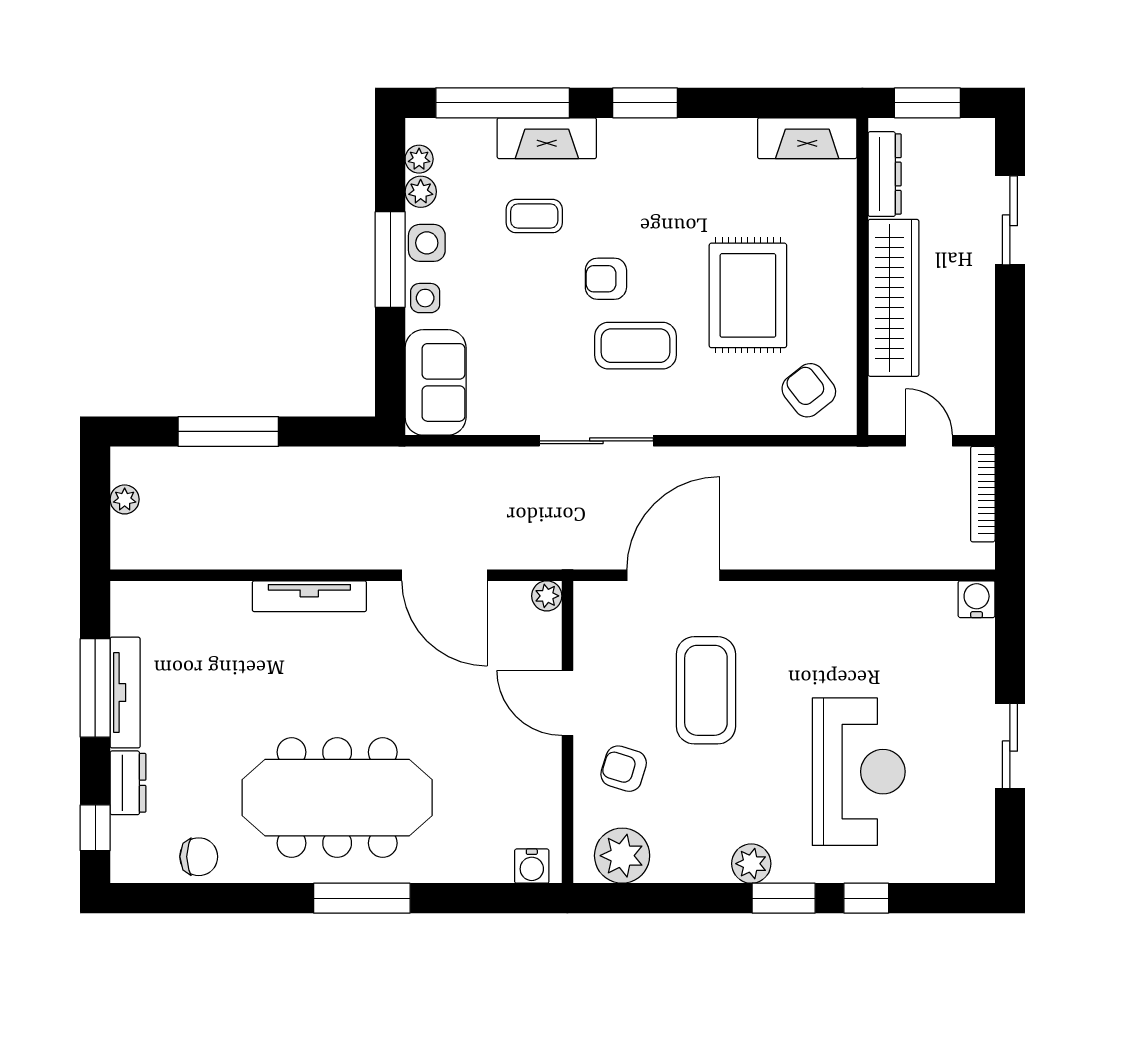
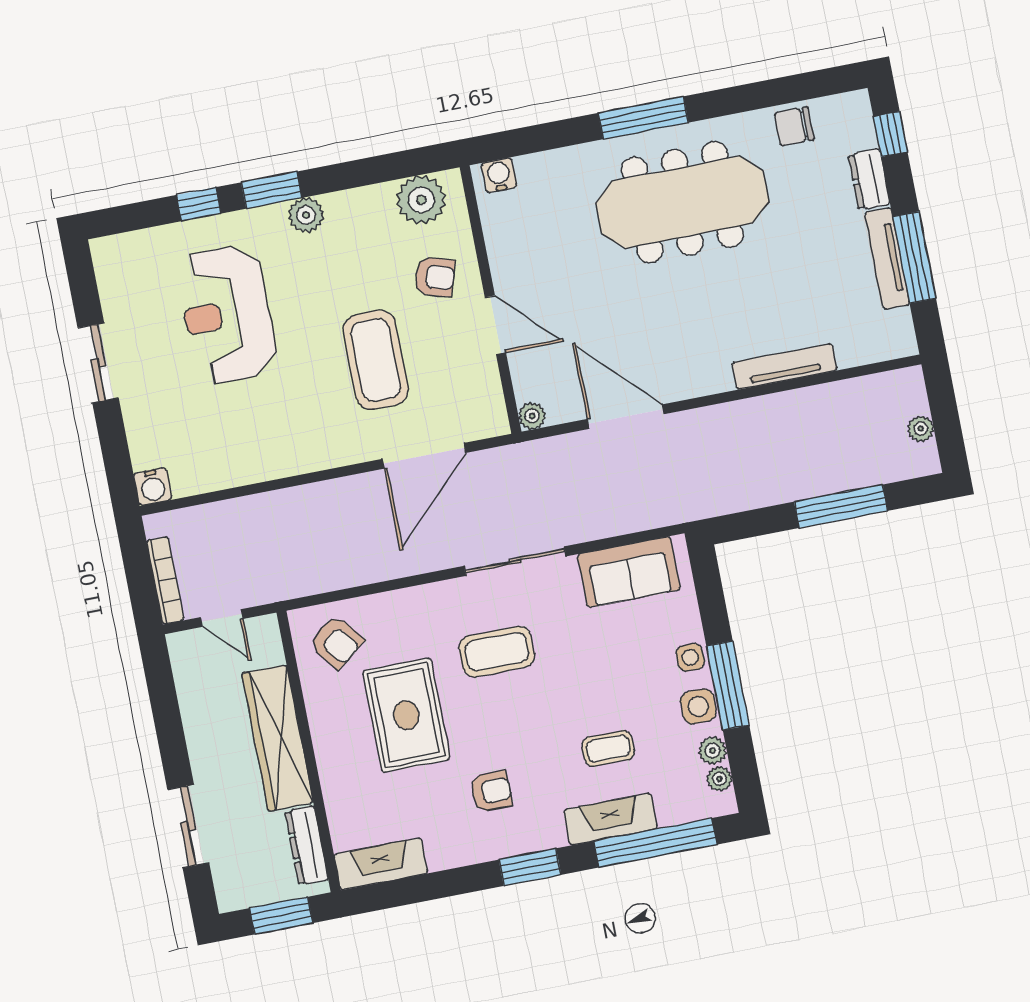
armchair: (606, 279) -> (491, 791), moved
sofa: (436, 382) -> (629, 572), moved, turned -90
tv unit: (309, 596) -> (784, 367), moved

